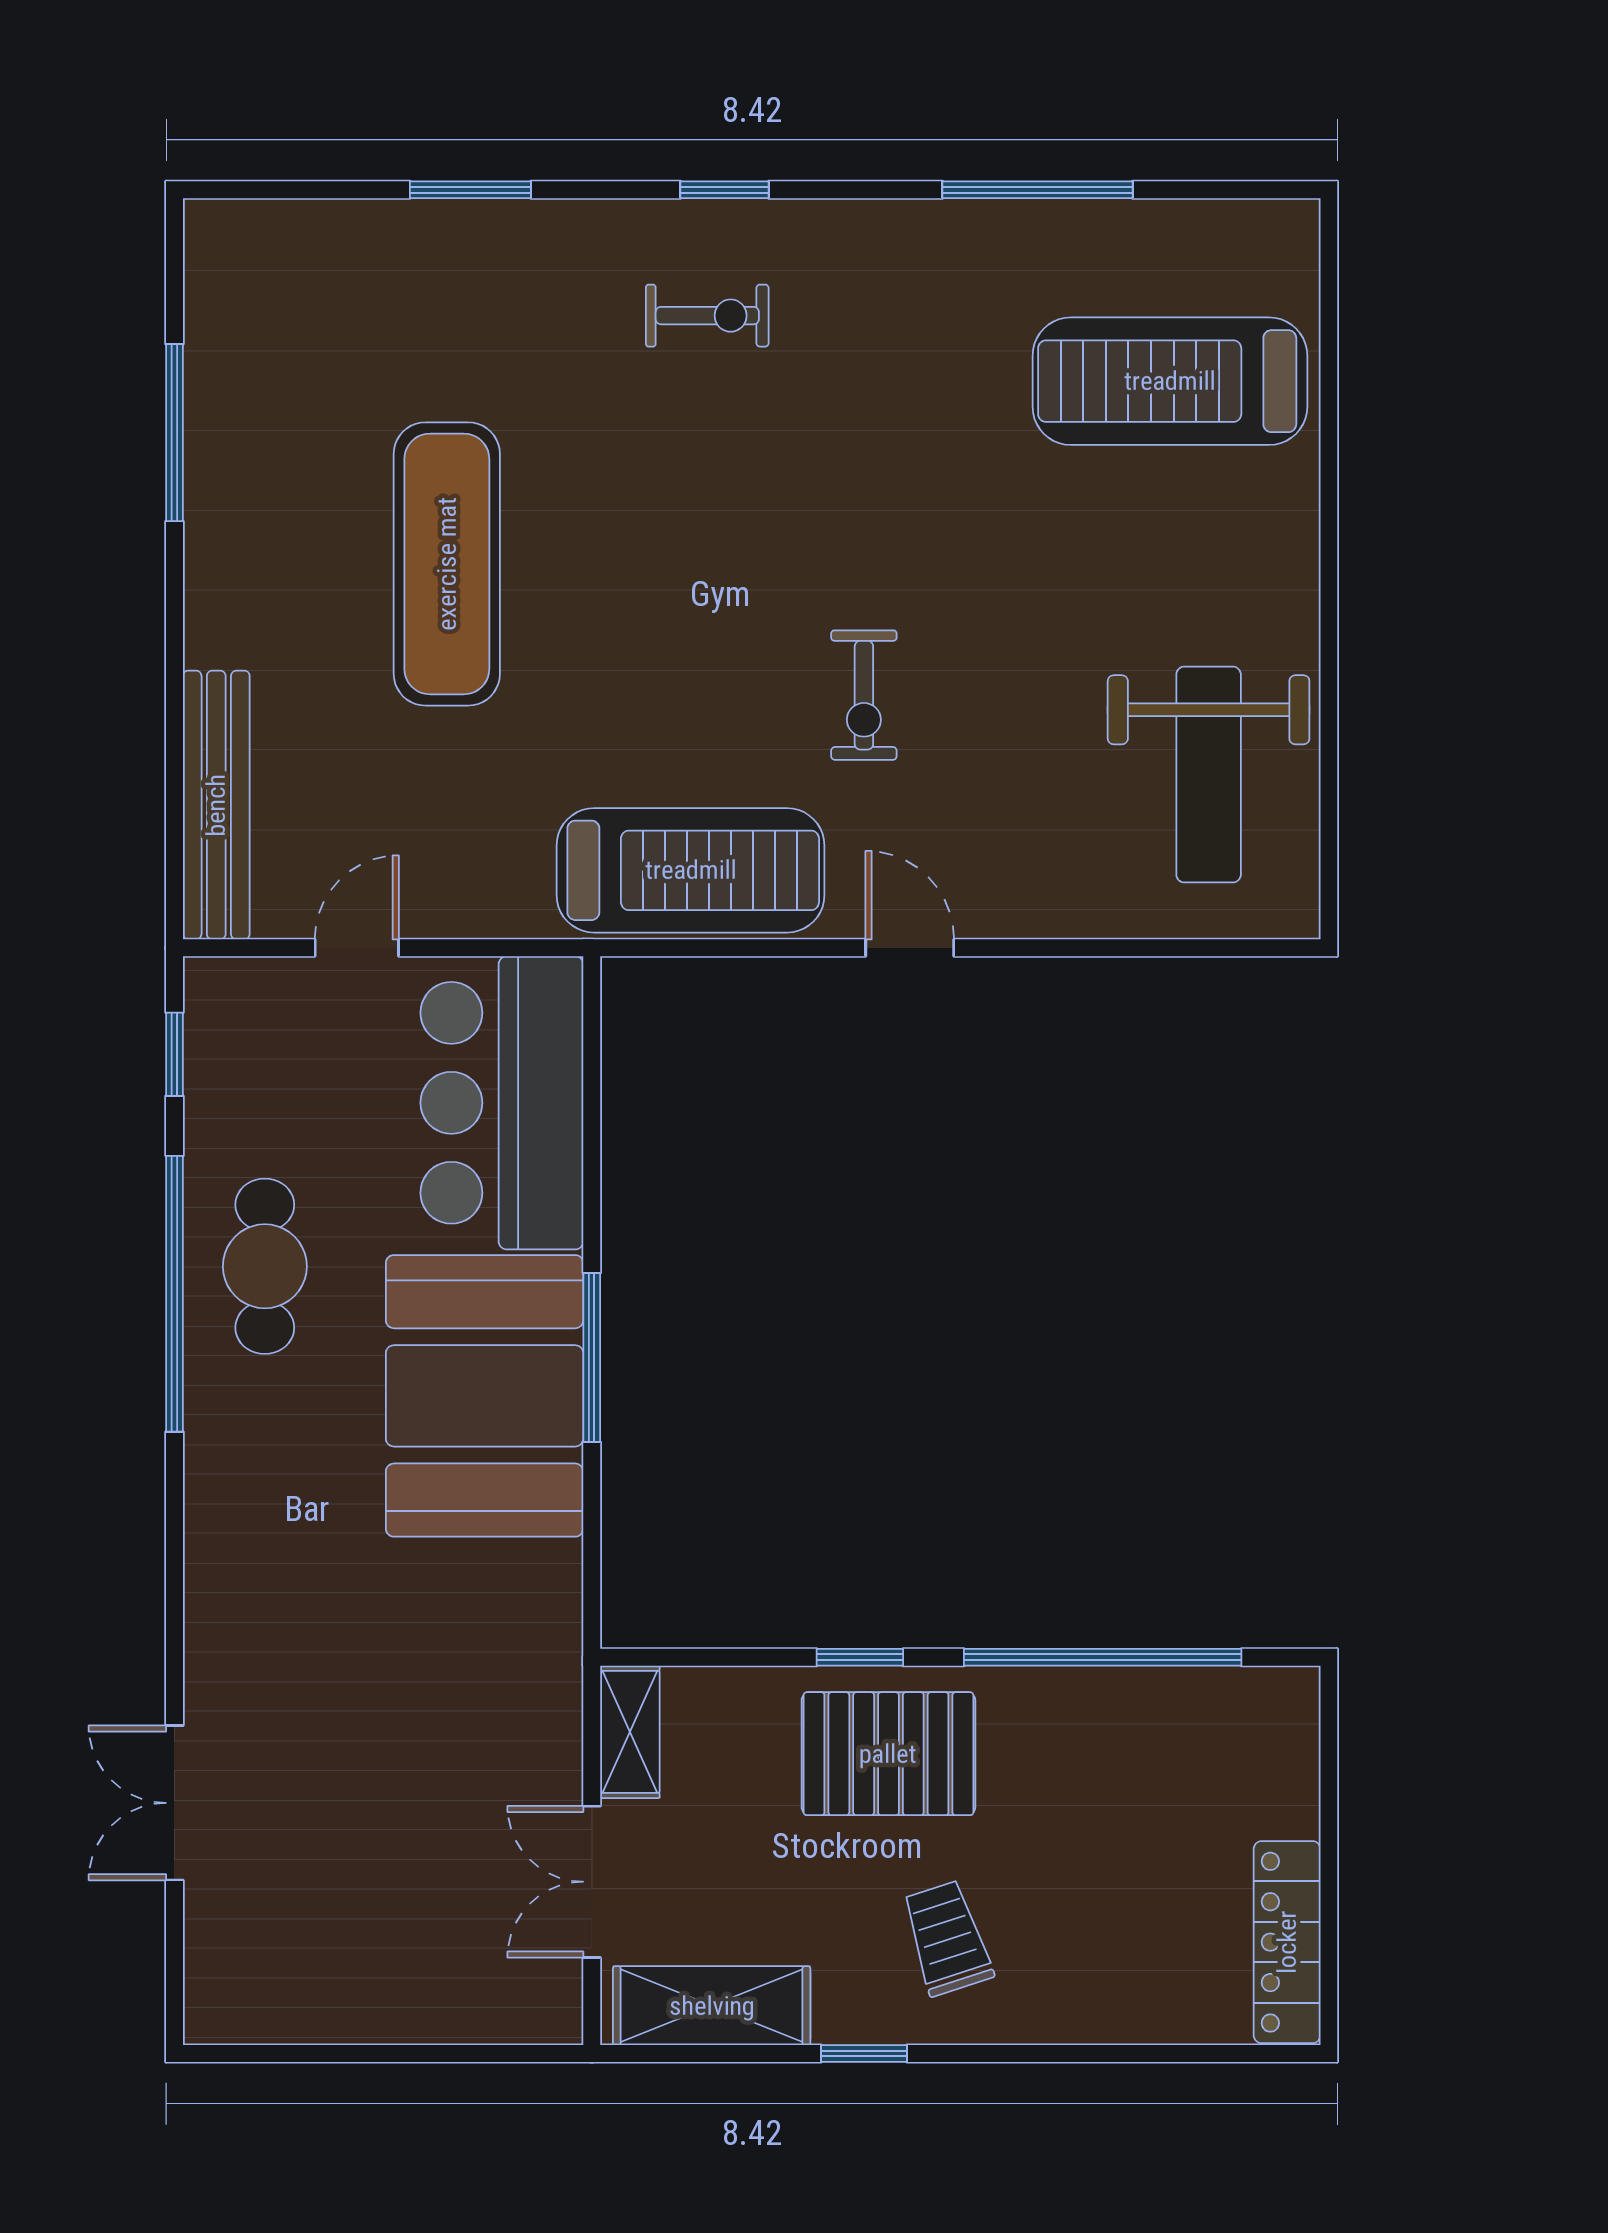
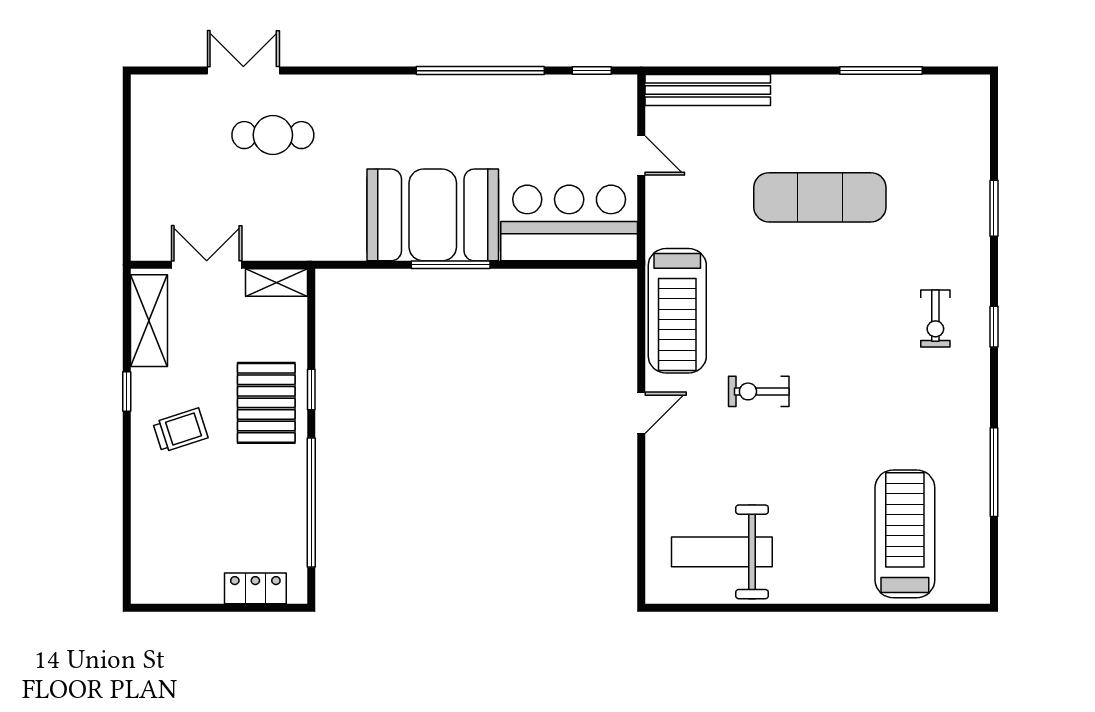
cafe table: (265, 1266) -> (273, 135), moved
locker: (1287, 1942) -> (255, 588), moved, width x0.66

